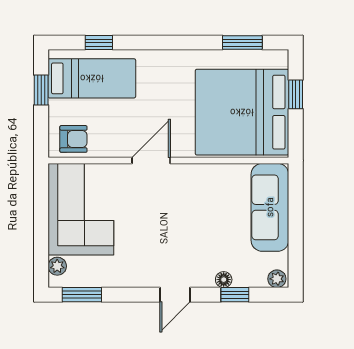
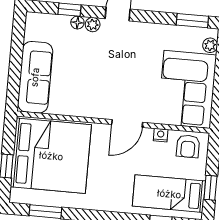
armchair: (73, 139) -> (188, 146), turned -90
nightstand: (109, 150) -> (161, 135), added
plant: (277, 279) -> (93, 25), moved

